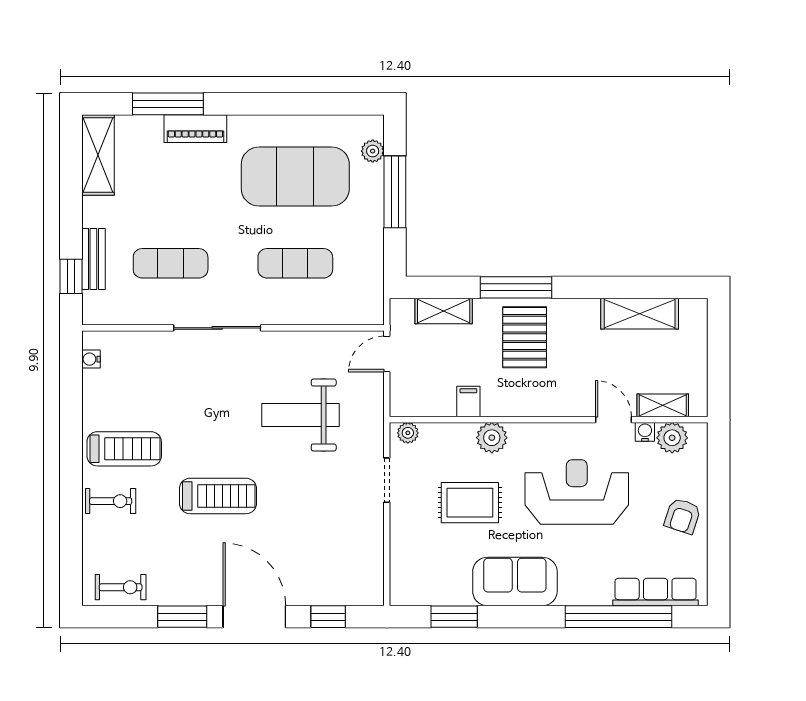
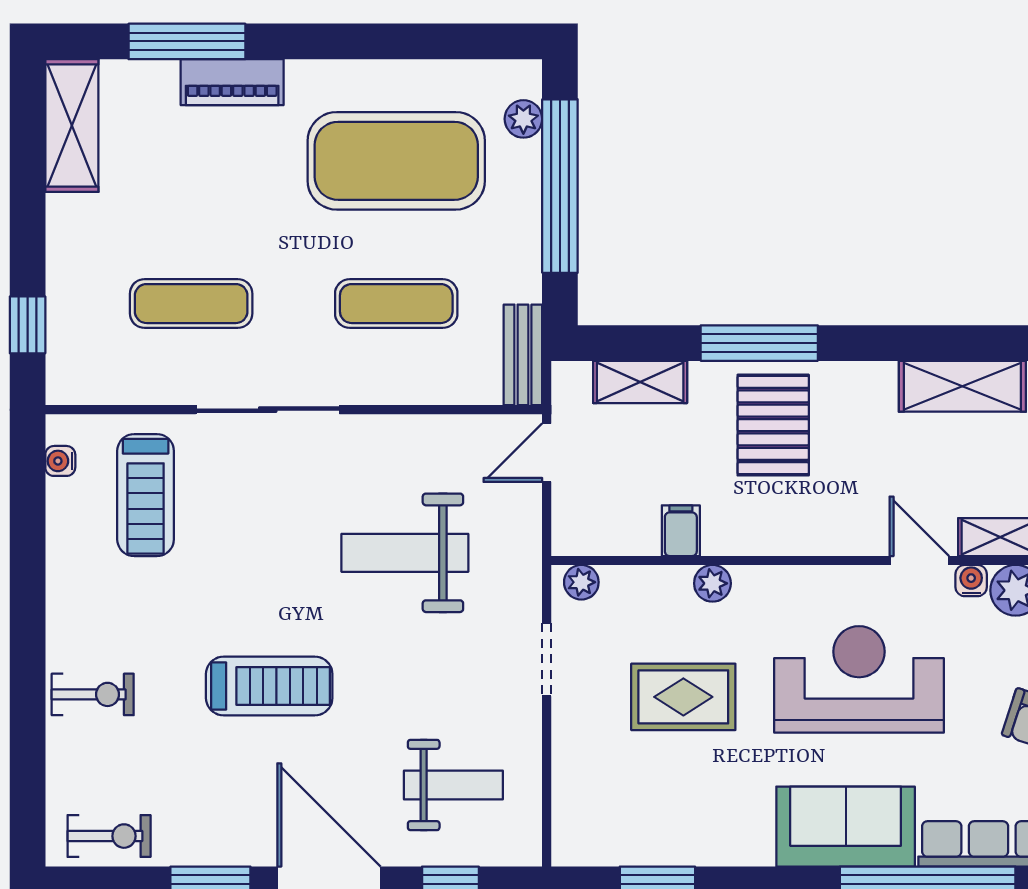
window: (395, 192) -> (560, 186), width x1.46
bench: (93, 259) -> (523, 355), moved
plant: (492, 438) -> (712, 583), width x0.73, depth x0.73
treadmill: (124, 449) -> (146, 495), moved, turned 90
weight bench: (330, 556) -> (453, 785), added
sofa: (515, 581) -> (846, 827), moved

